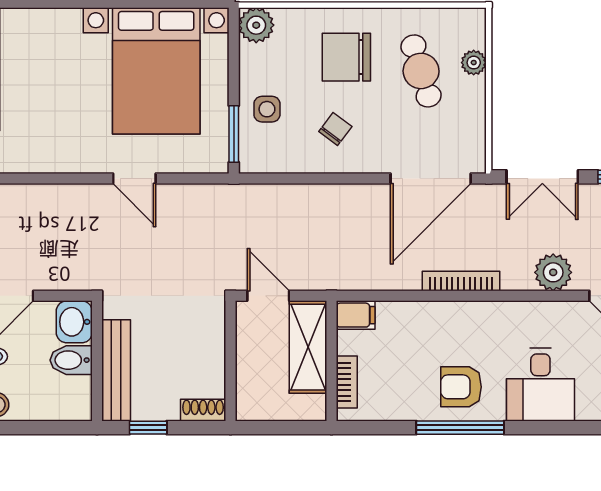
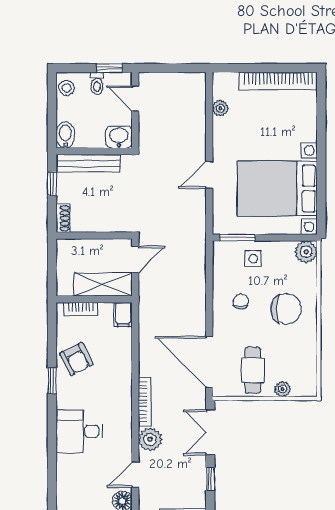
chair: (346, 57) -> (286, 309), turned 90
cafe table: (421, 71) -> (253, 370), moved, turned -73
chair: (335, 129) -> (241, 302), turned -127
plant: (29, 161) -> (220, 108), added
bookcase: (461, 281) -> (145, 402), moved
bidet: (71, 360) -> (65, 135), moved
armchair: (461, 387) -> (76, 359), moved, turned 153
window: (460, 428) -> (52, 381), width x0.46

